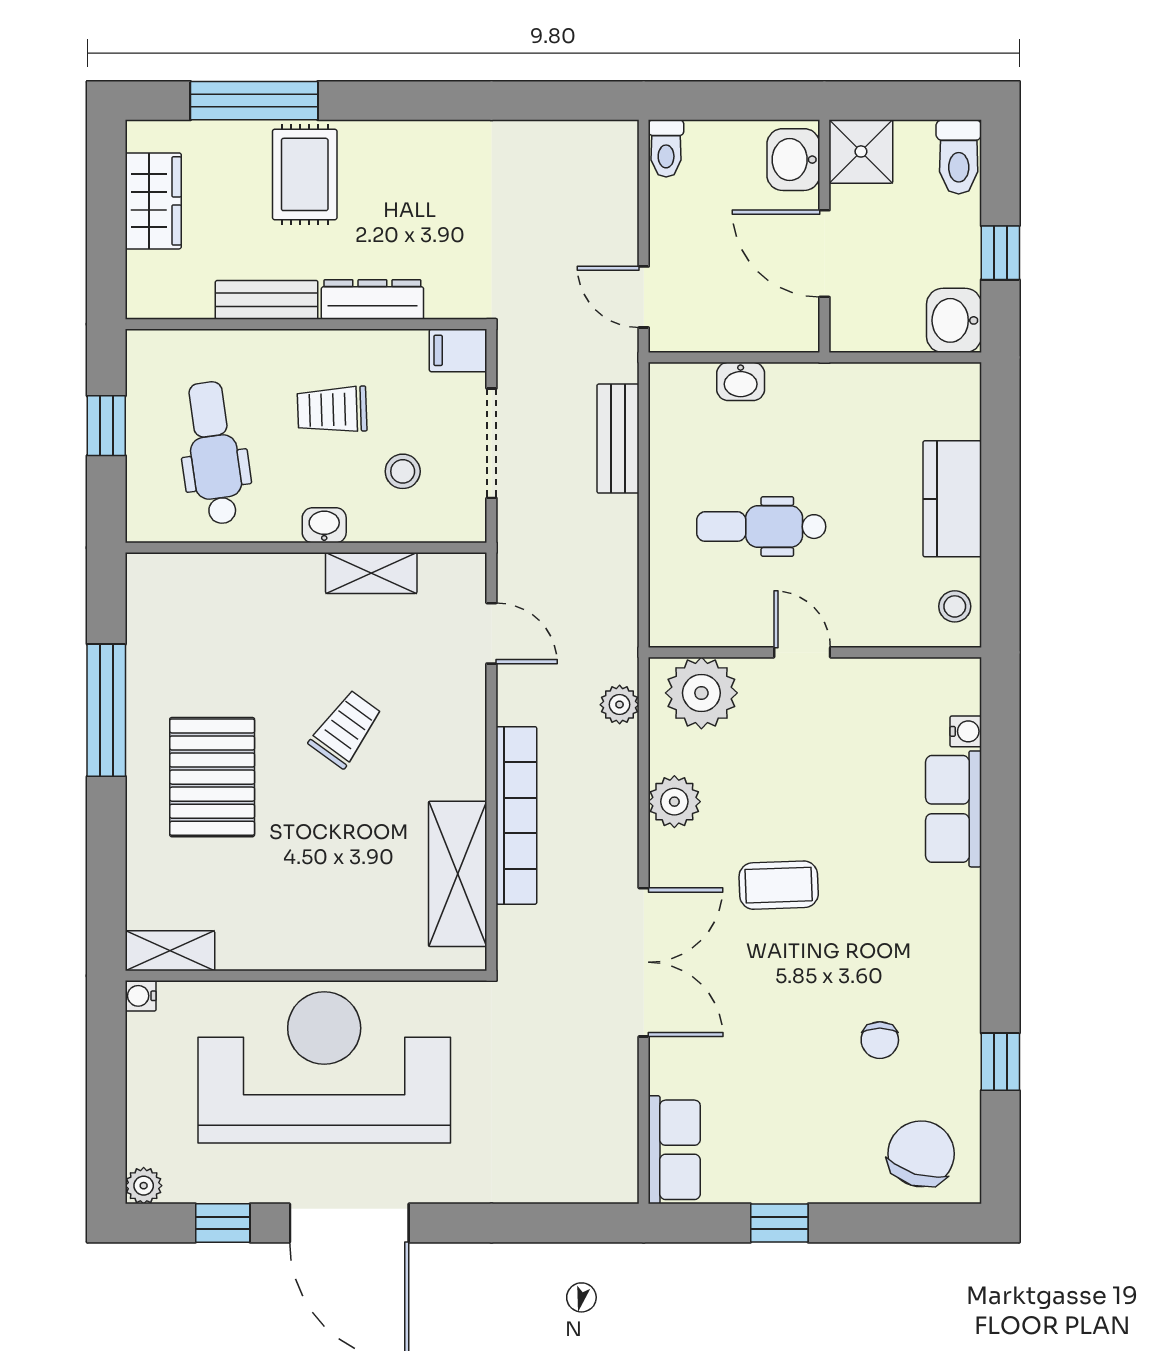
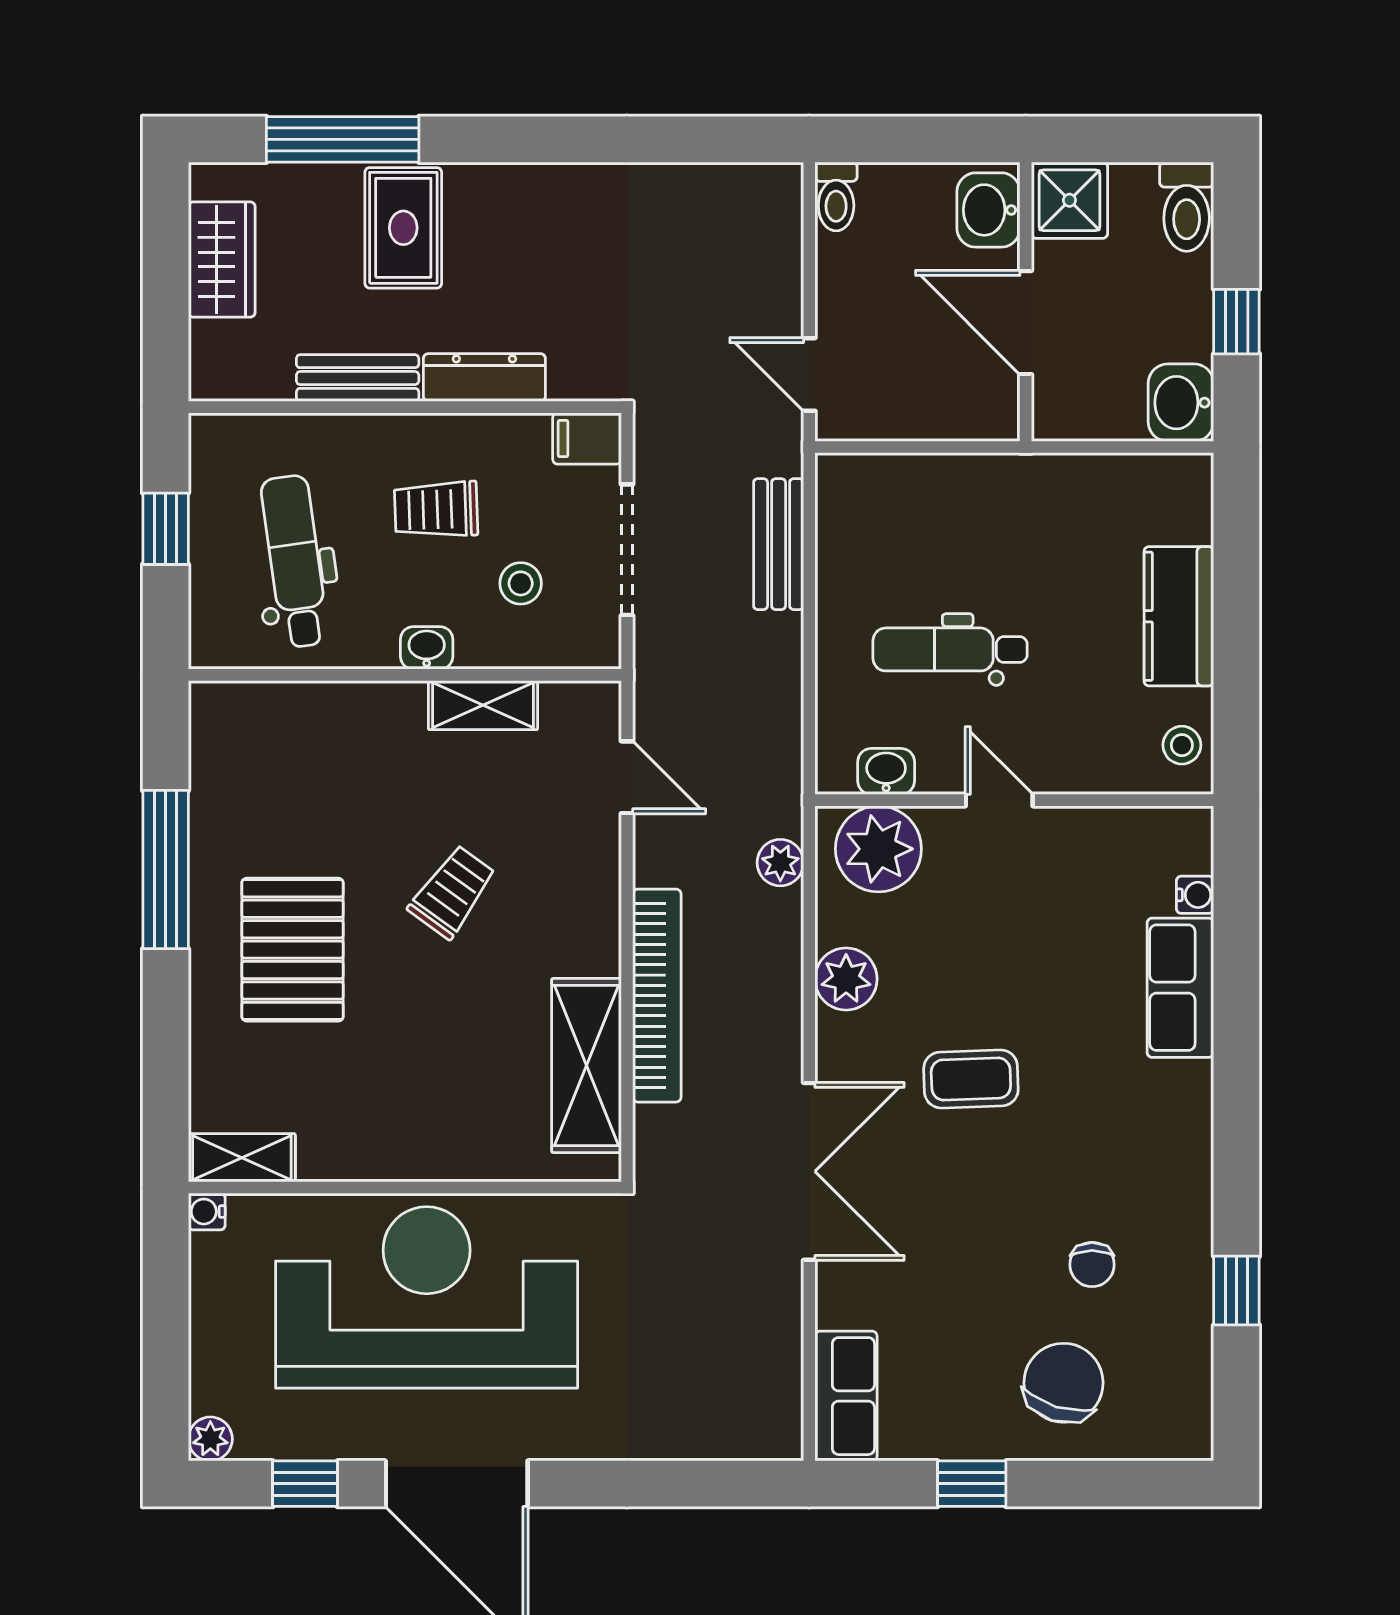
washbasin: (741, 381) -> (886, 771), moved, turned 180
chair: (921, 1154) -> (1064, 1383), moved

